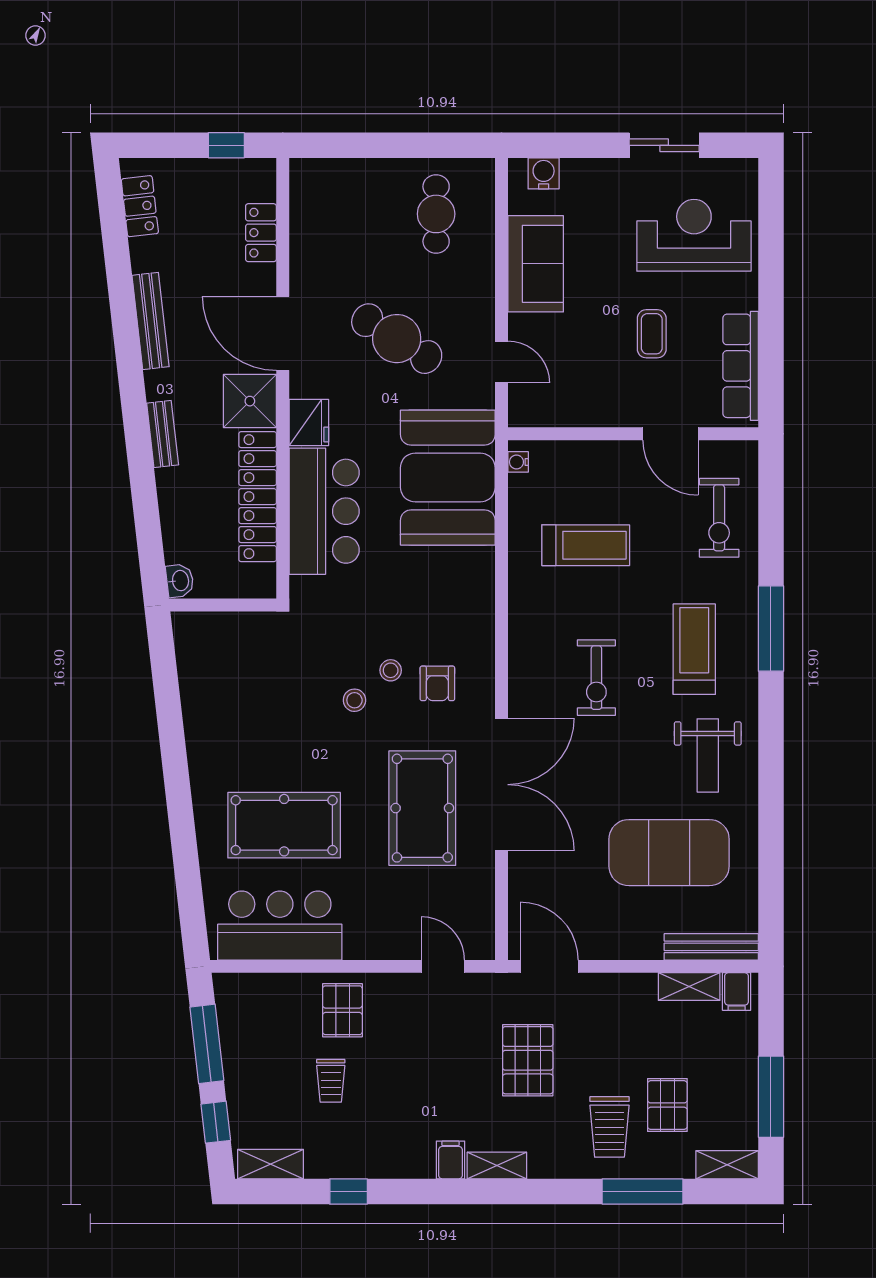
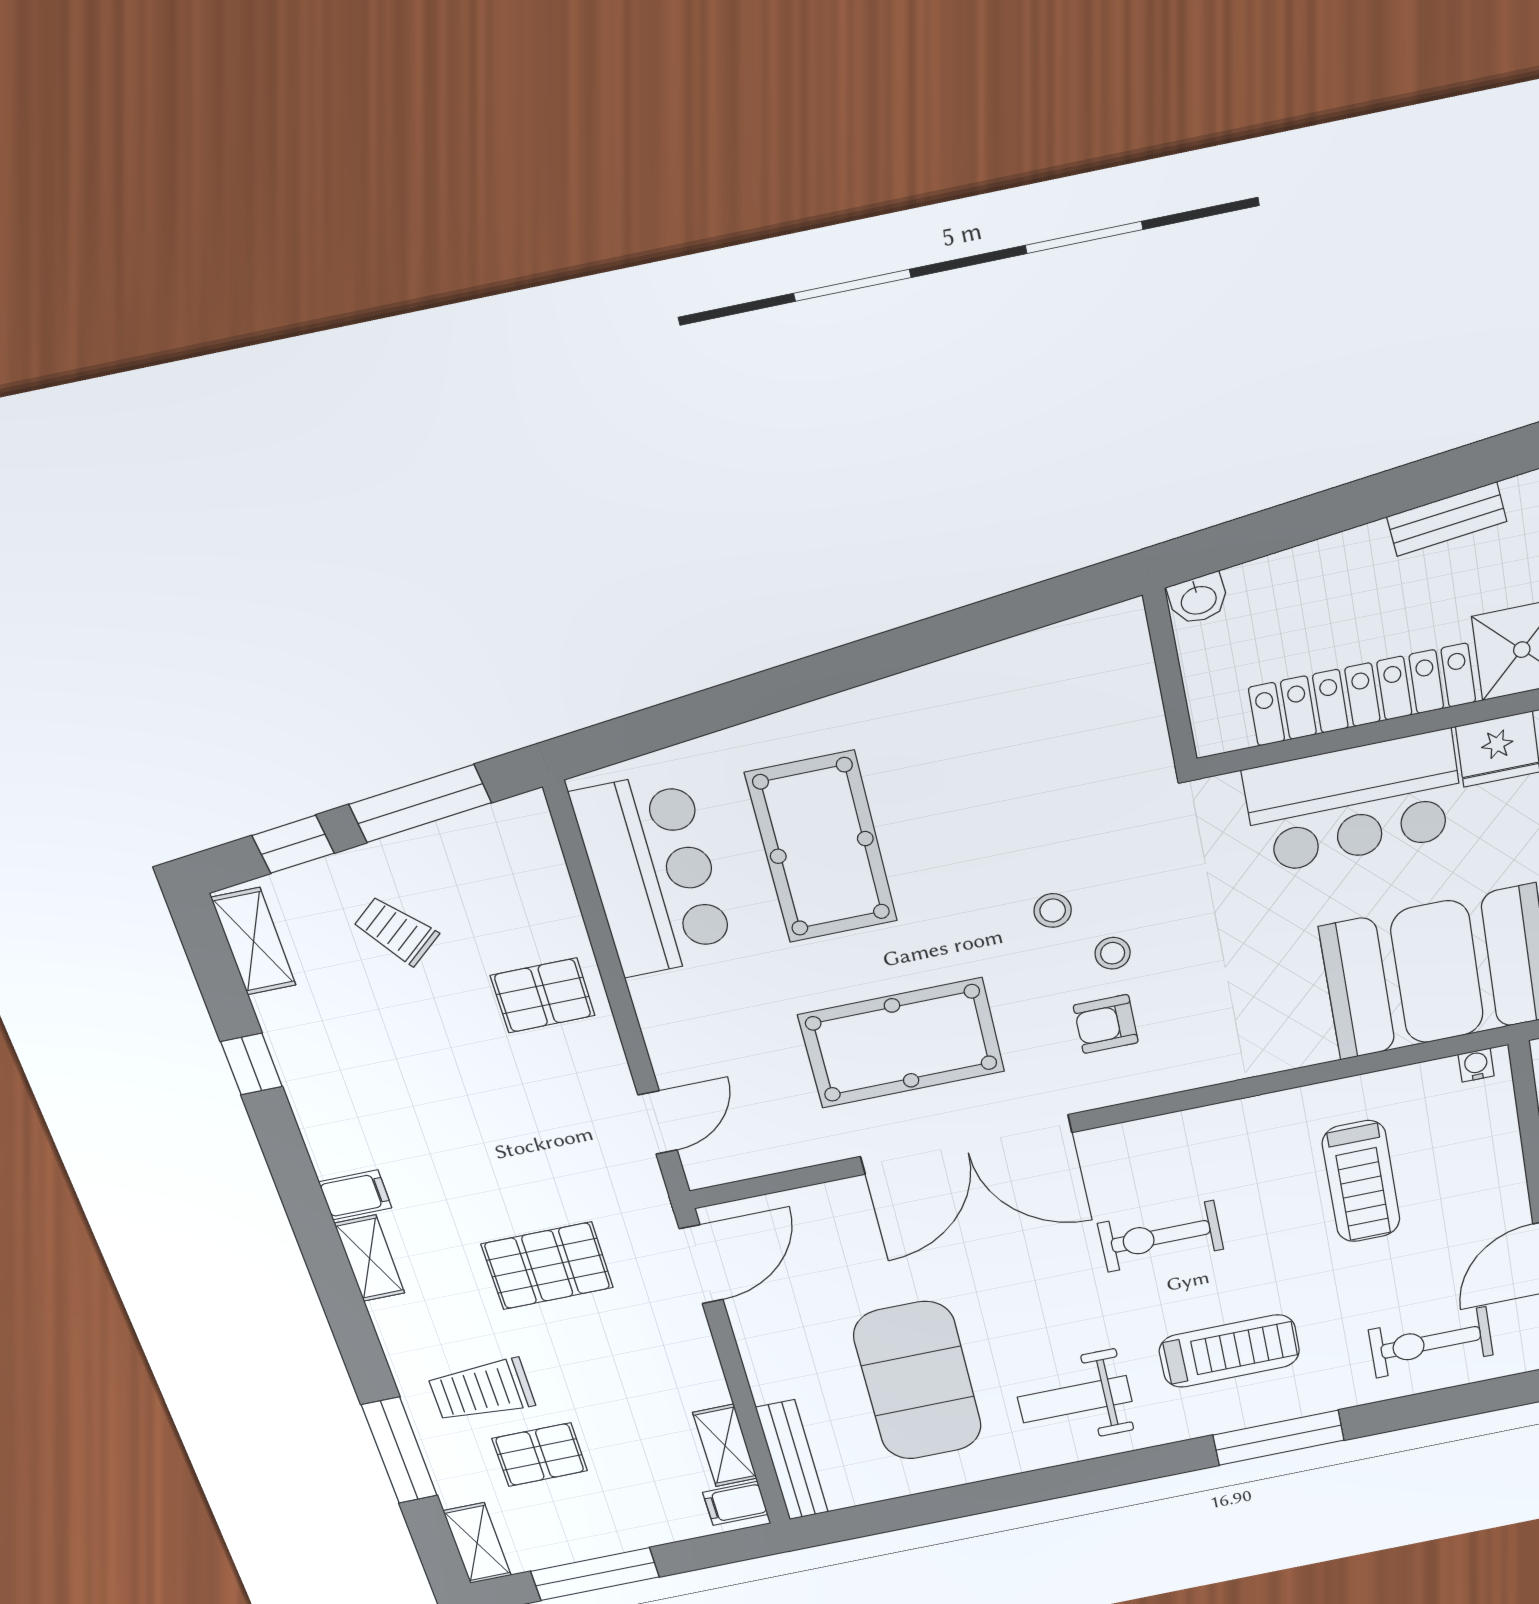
trolley: (331, 1081) -> (396, 931), moved, turned 50

